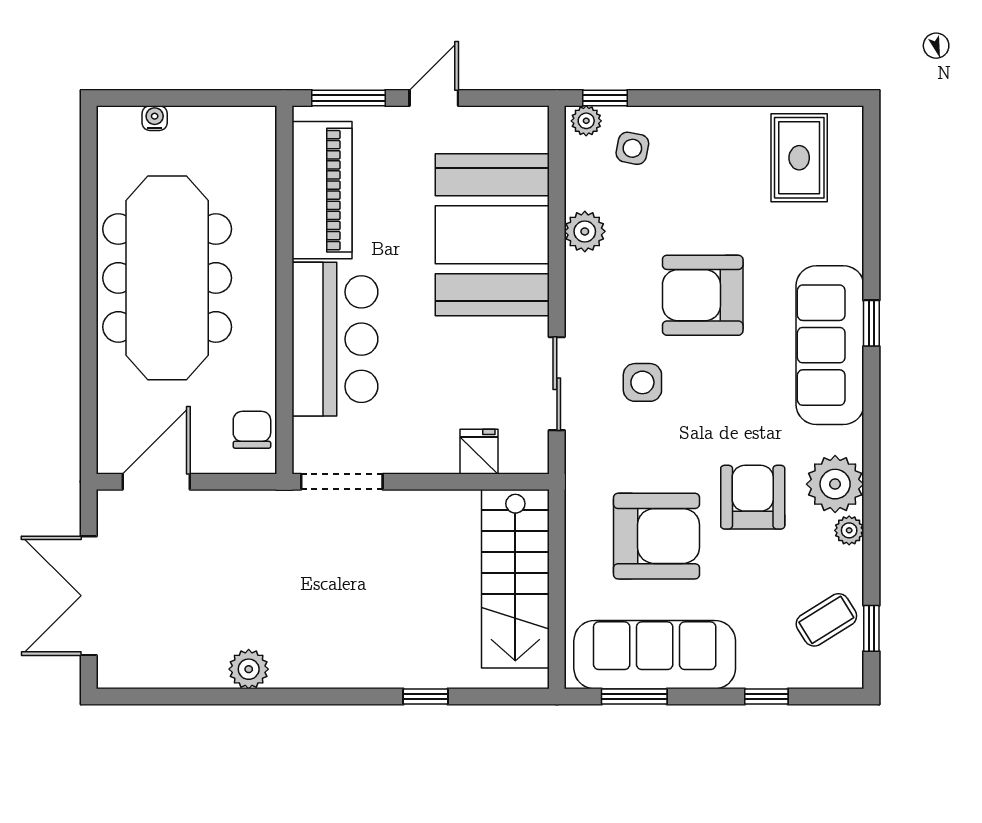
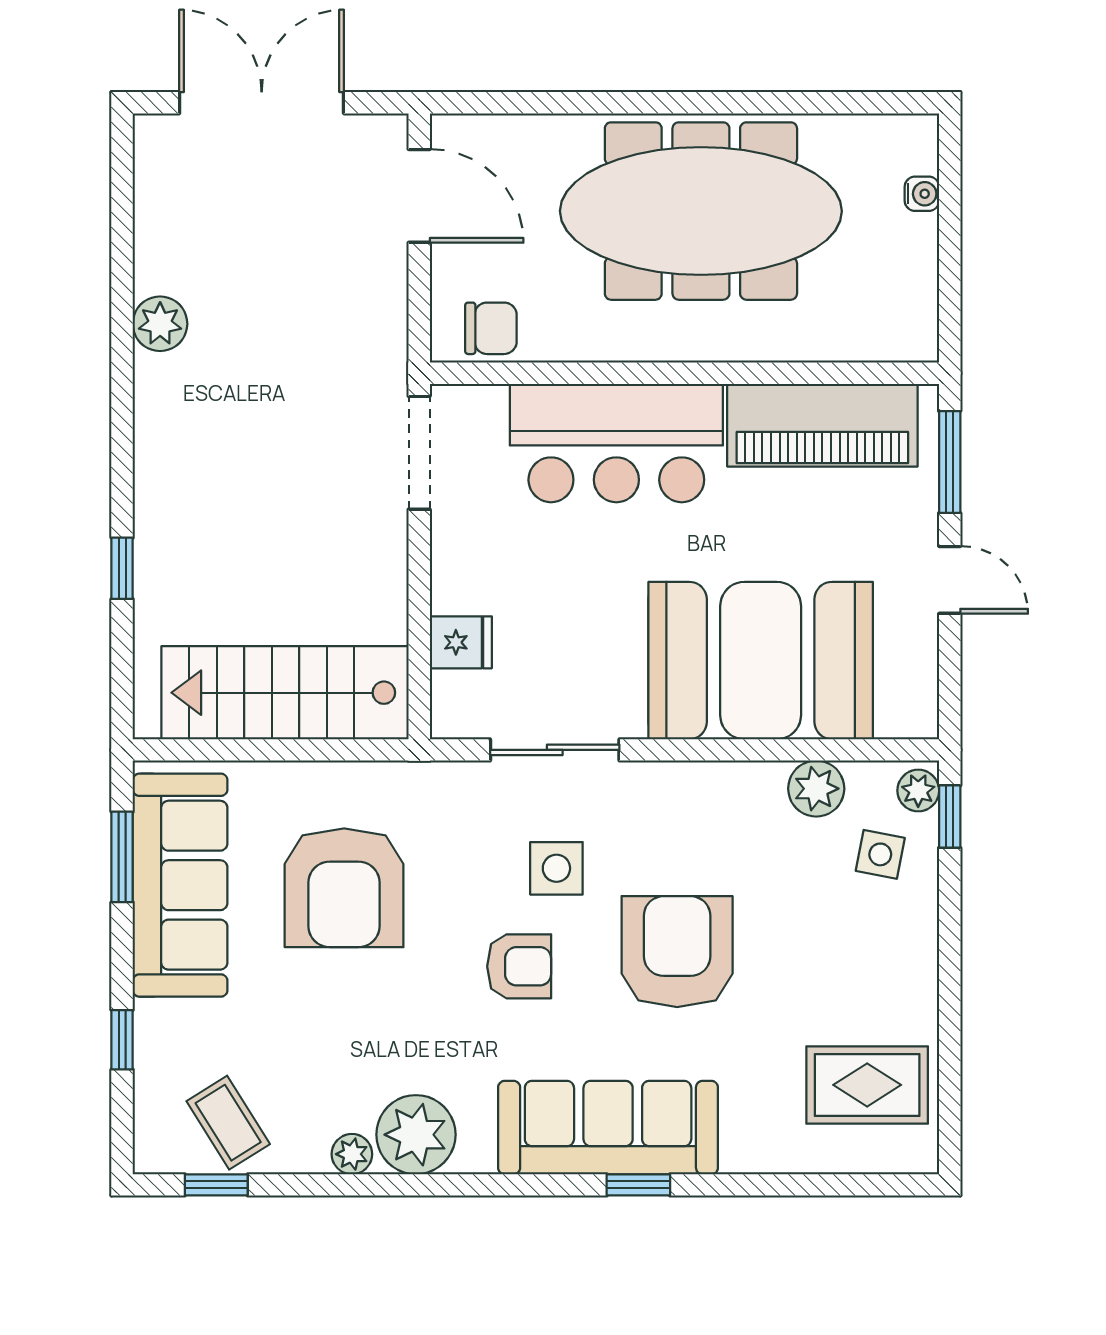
plant: (585, 231) -> (816, 789), moved
armchair: (753, 497) -> (519, 966), moved, width x0.72, depth x0.72

